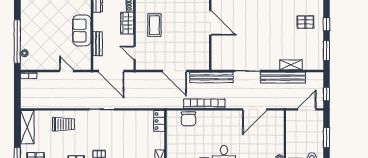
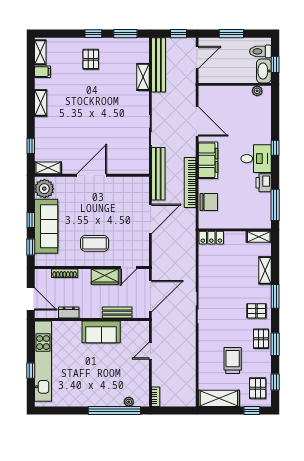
wardrobe: (127, 23) -> (105, 277), moved
bench: (283, 78) -> (158, 65), moved
door: (307, 109) -> (197, 58), swing flipped
filing cabinet: (223, 118) -> (208, 160), added
trolley: (63, 124) -> (233, 361), moved

